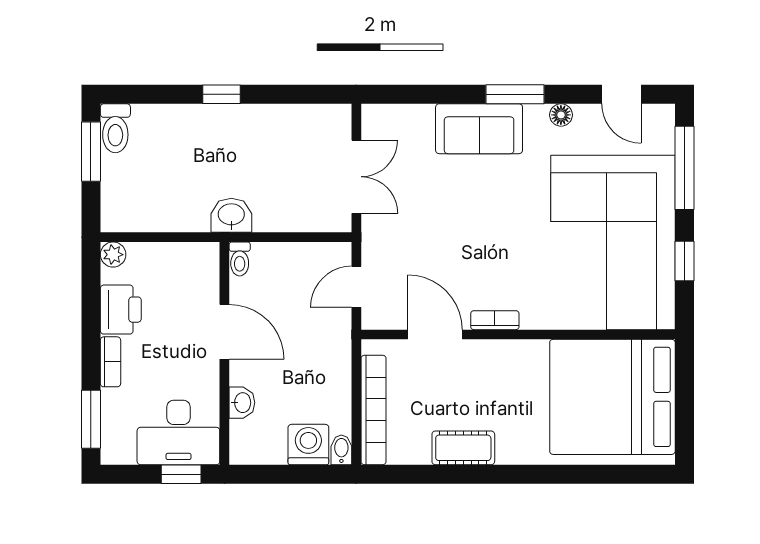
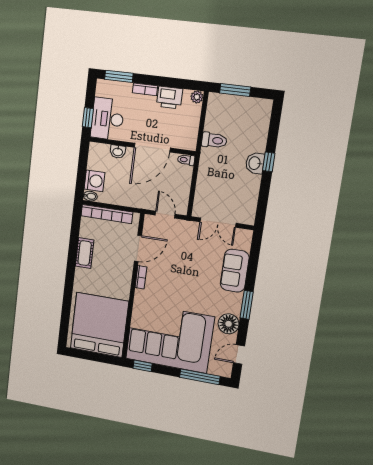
floor lamp: (561, 115) -> (229, 324), width x1.89, depth x1.89
toilet: (115, 128) -> (214, 140), moved, turned 180
sofa: (479, 129) -> (235, 271), moved
window: (91, 152) -> (235, 90), moved
washbasin: (231, 215) -> (255, 163), moved, turned 180
window: (685, 261) -> (143, 366), moved
door: (224, 332) -> (152, 148), width x1.36

